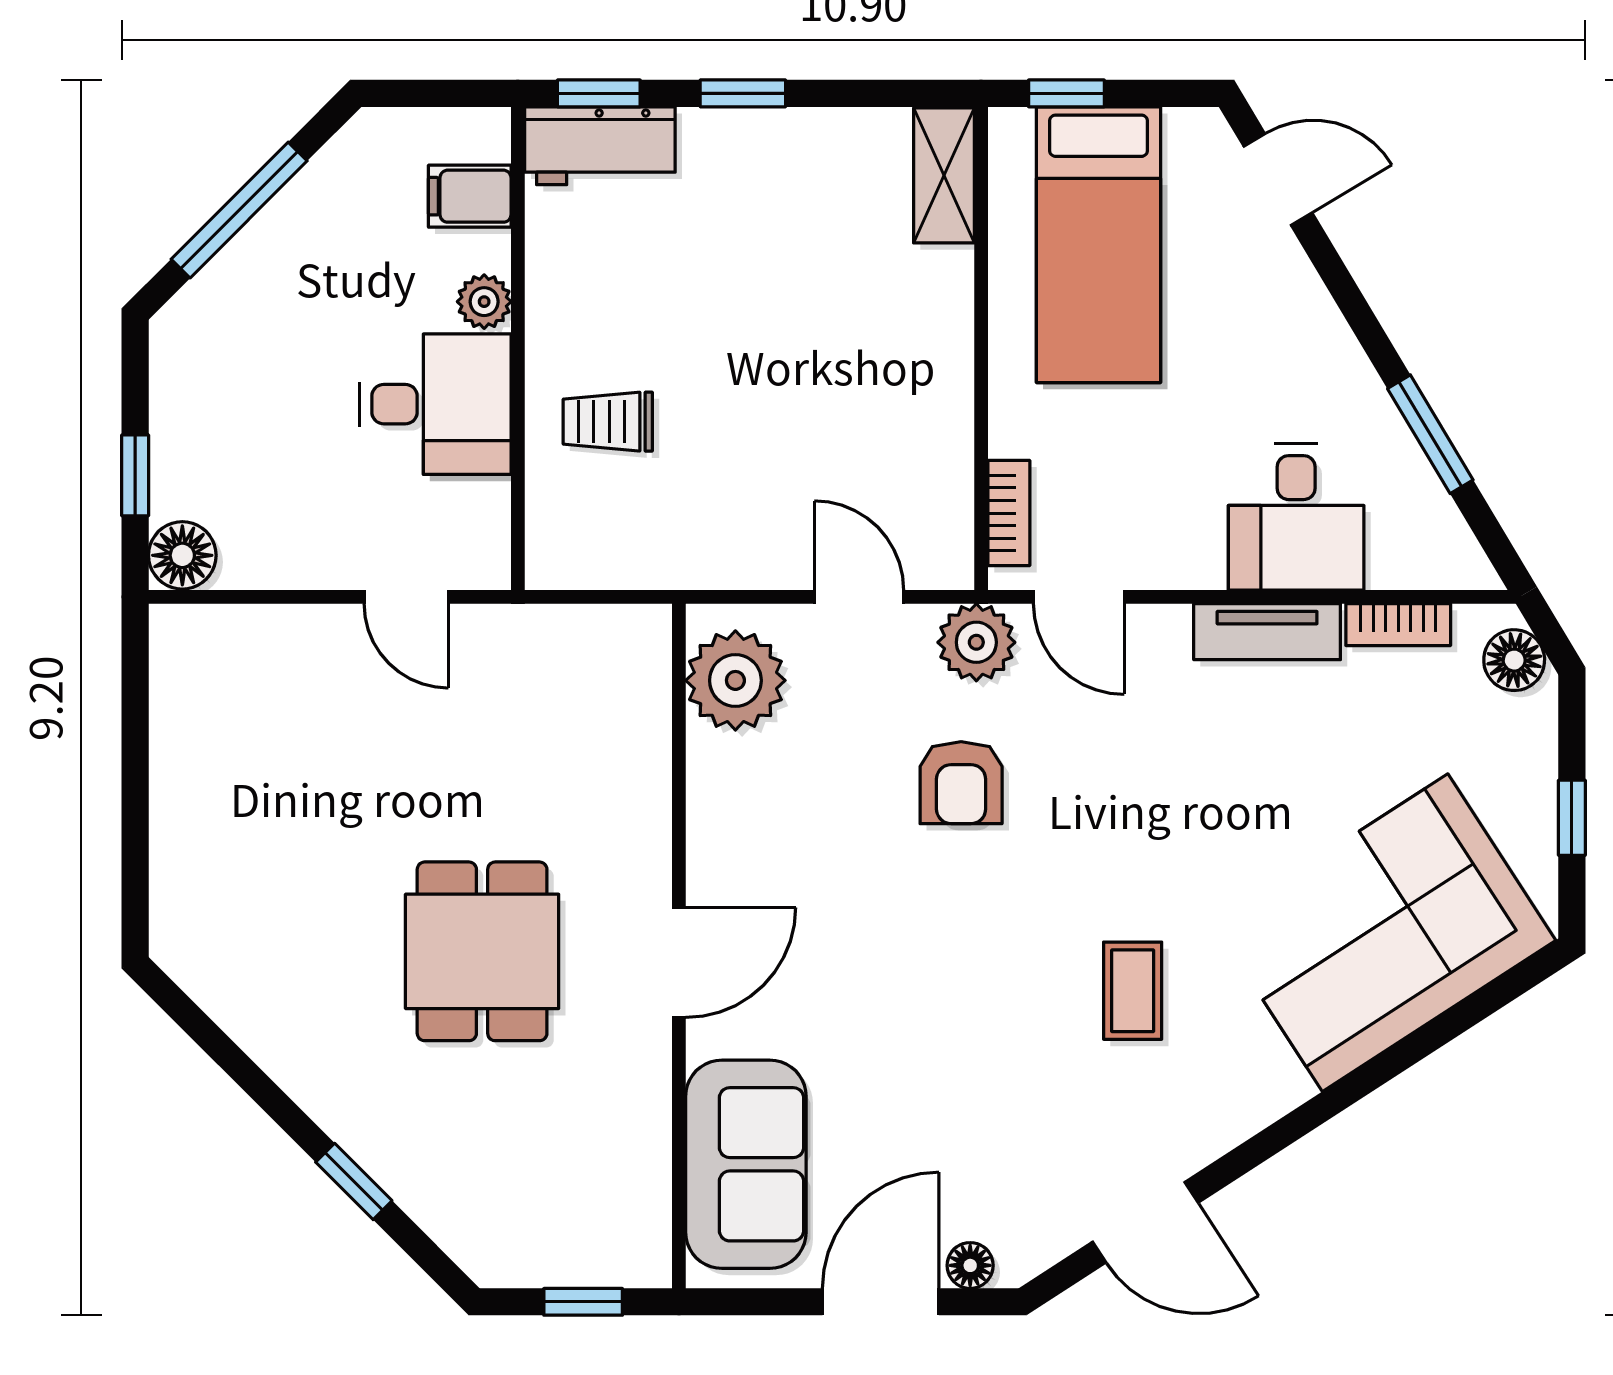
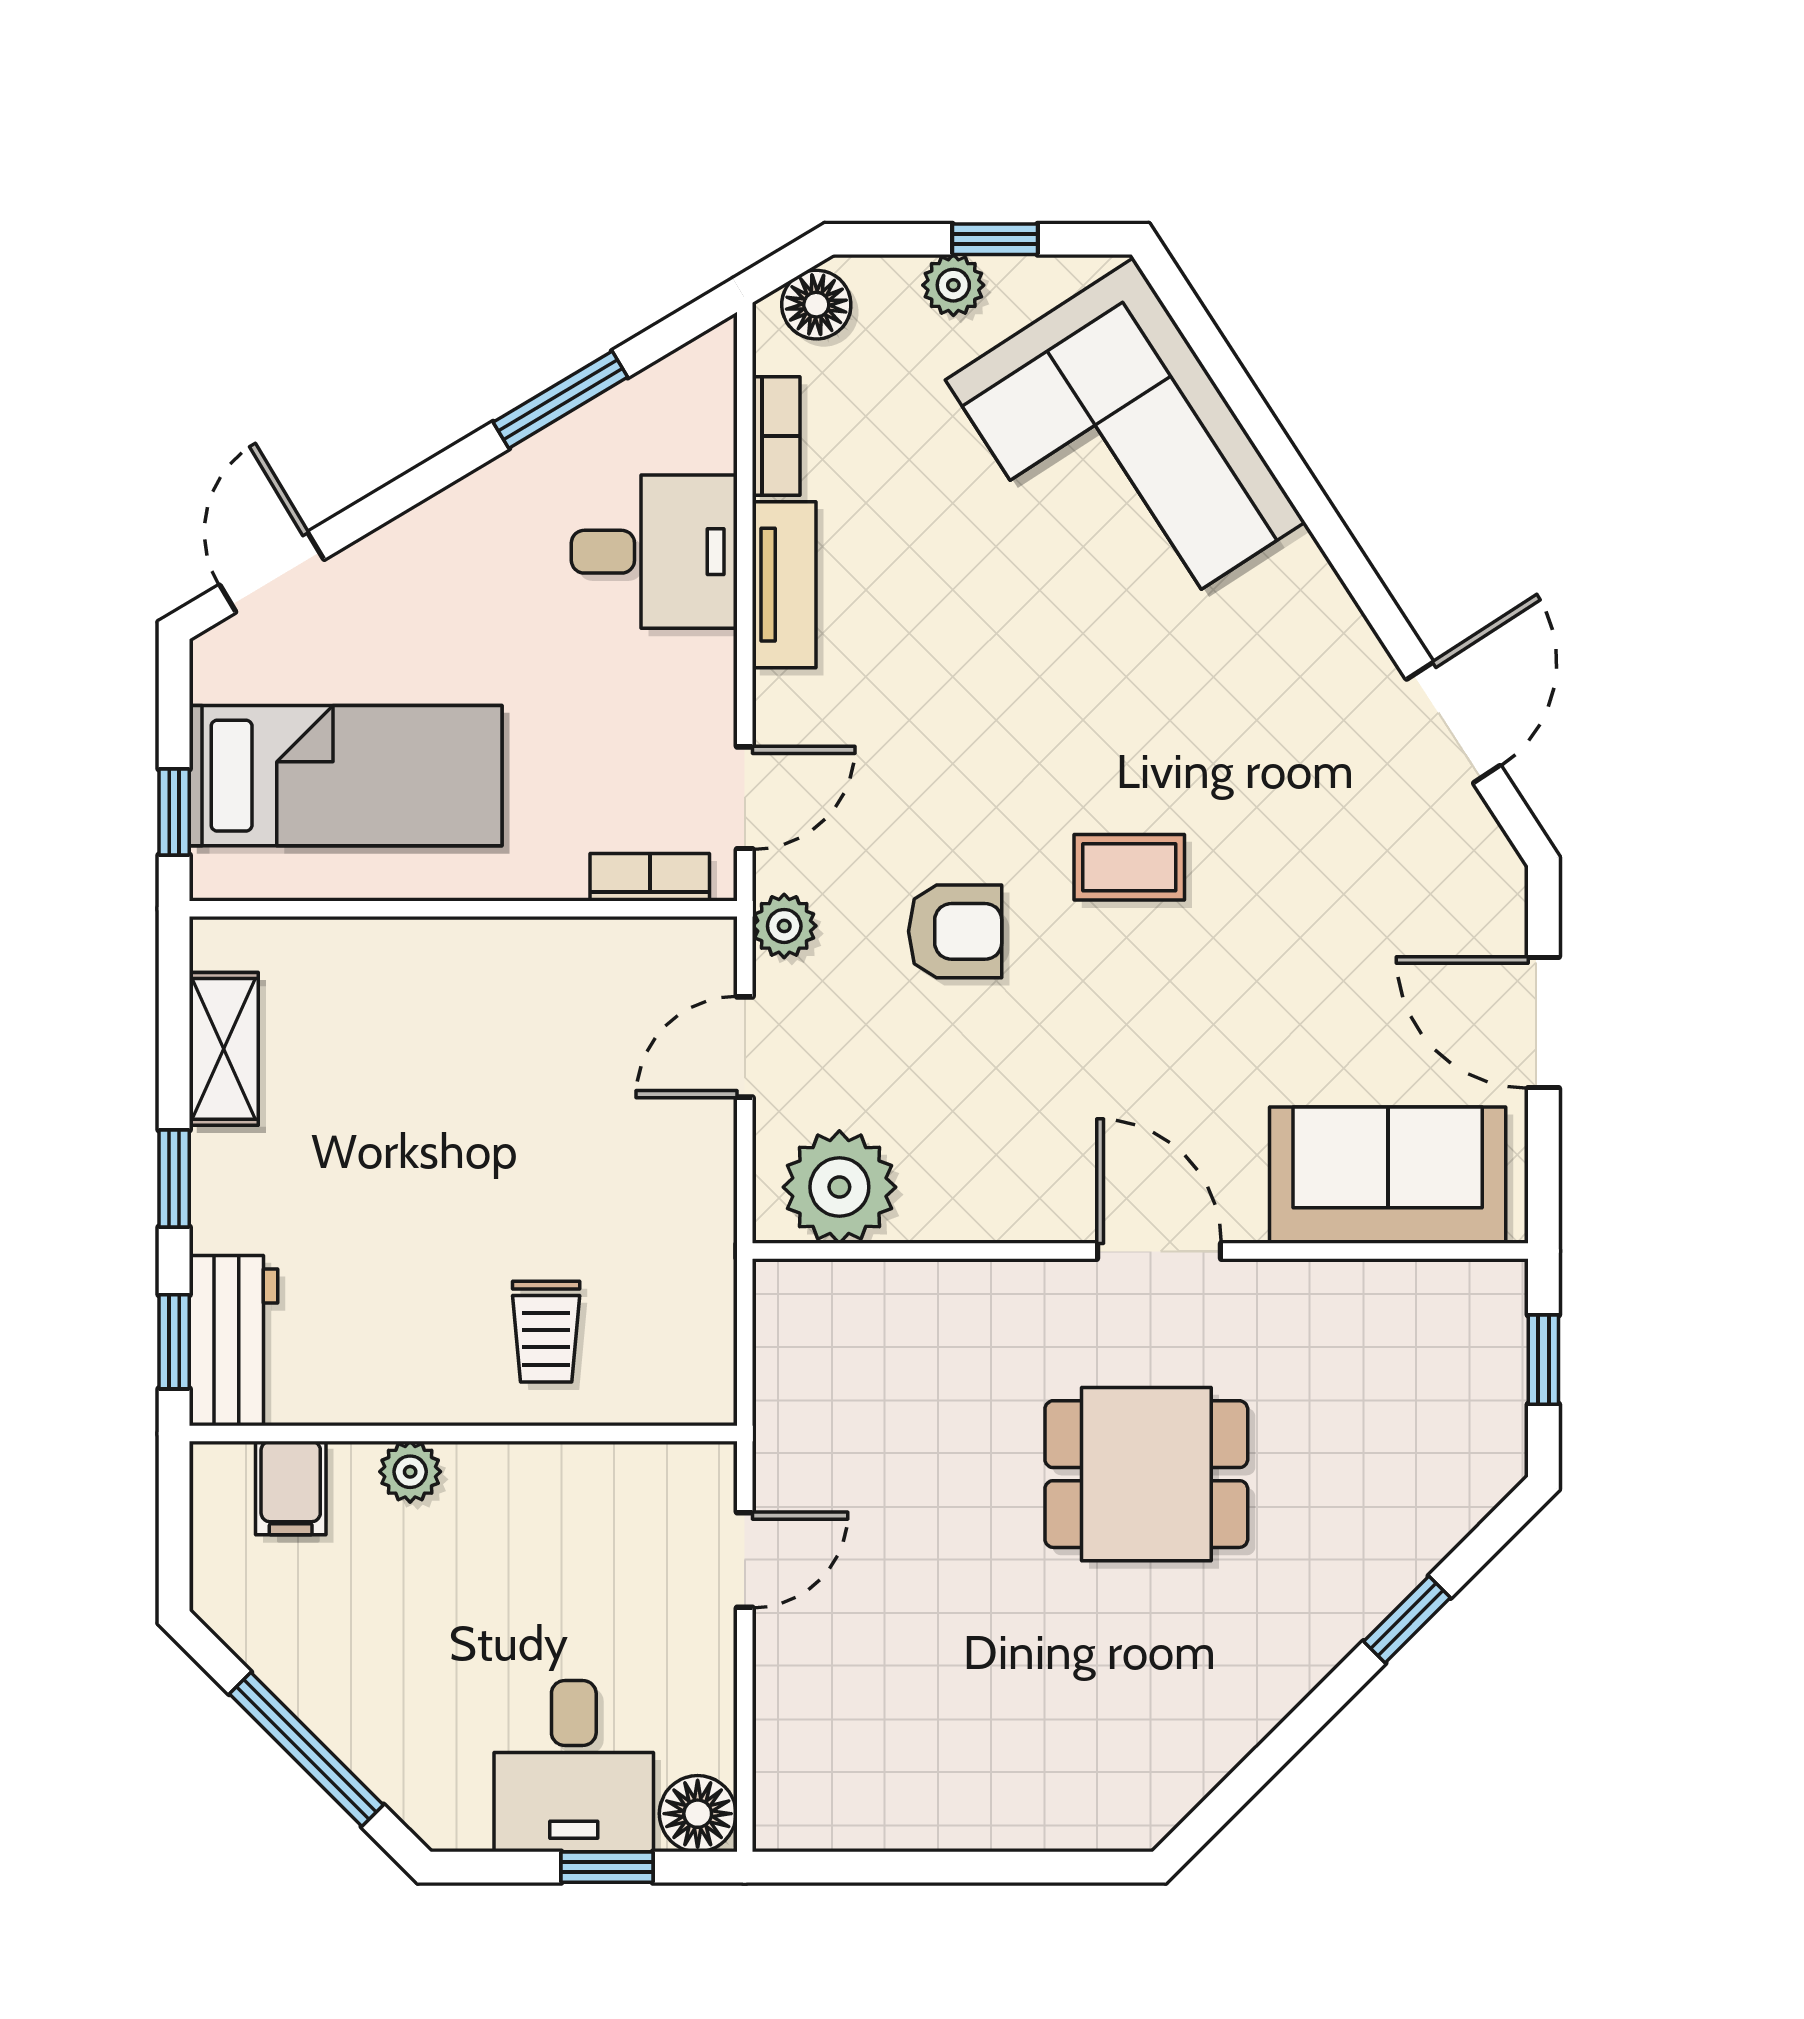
shelving: (944, 175) -> (224, 1049), moved, turned 90
desk: (435, 404) -> (574, 1766), moved, turned 180
plant: (976, 642) -> (784, 926), width x0.73, depth x0.73
plant: (1531, 781) -> (953, 285), added
coffee table: (1133, 991) -> (1129, 867), moved
floor lamp: (970, 1265) -> (1502, 921), removed

